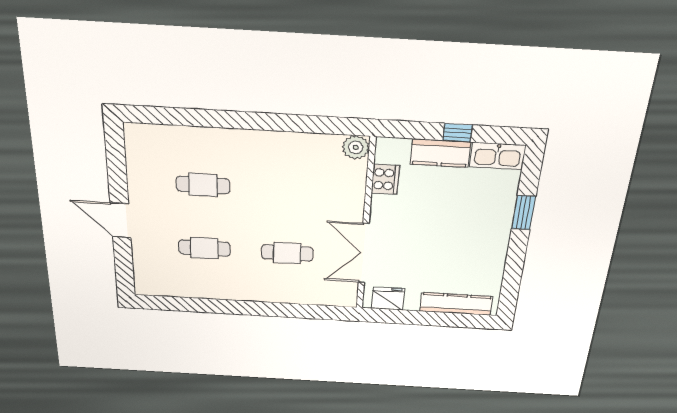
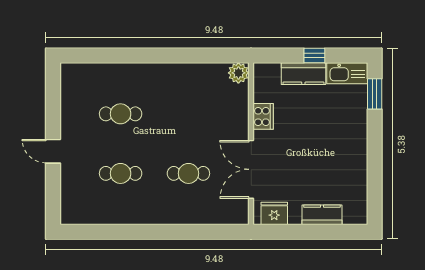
cooker: (385, 179) -> (263, 116), moved
window: (524, 213) -> (375, 94), moved
door: (121, 220) -> (53, 151), width x0.73
kitchen counter: (456, 304) -> (322, 215), width x0.67

